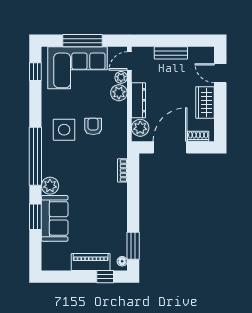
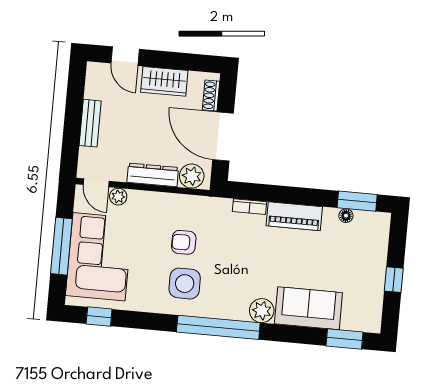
door: (220, 73) -> (125, 56), hinge flipped
plant: (119, 93) -> (140, 202), removed
window: (35, 217) -> (345, 339), moved
floor lamp: (122, 261) -> (346, 216), moved
piano: (91, 262) -> (294, 216), moved, turned -90
window: (105, 277) -> (394, 280), moved

